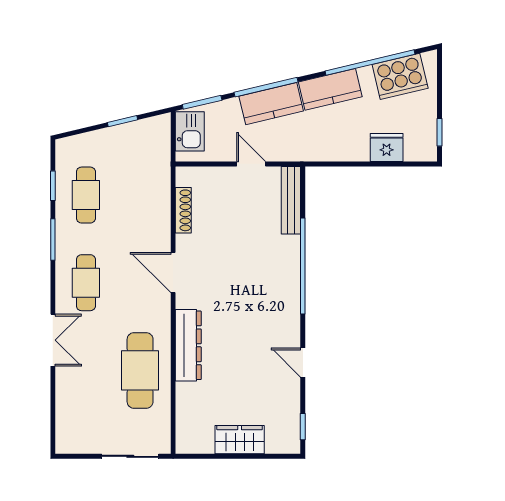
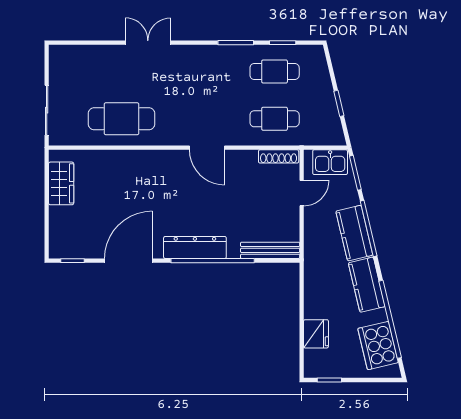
door: (251, 164) -> (302, 193), moved
shoe rack: (183, 210) -> (279, 156), moved
door: (173, 273) -> (207, 148), swing flipped
cafe table: (86, 283) -> (275, 119), moved
double door: (53, 340) -> (148, 43), swing flipped
dresser: (188, 345) -> (195, 247), moved, turned 180
door: (303, 363) -> (128, 261), width x1.87
wardrobe: (240, 440) -> (61, 183), moved

